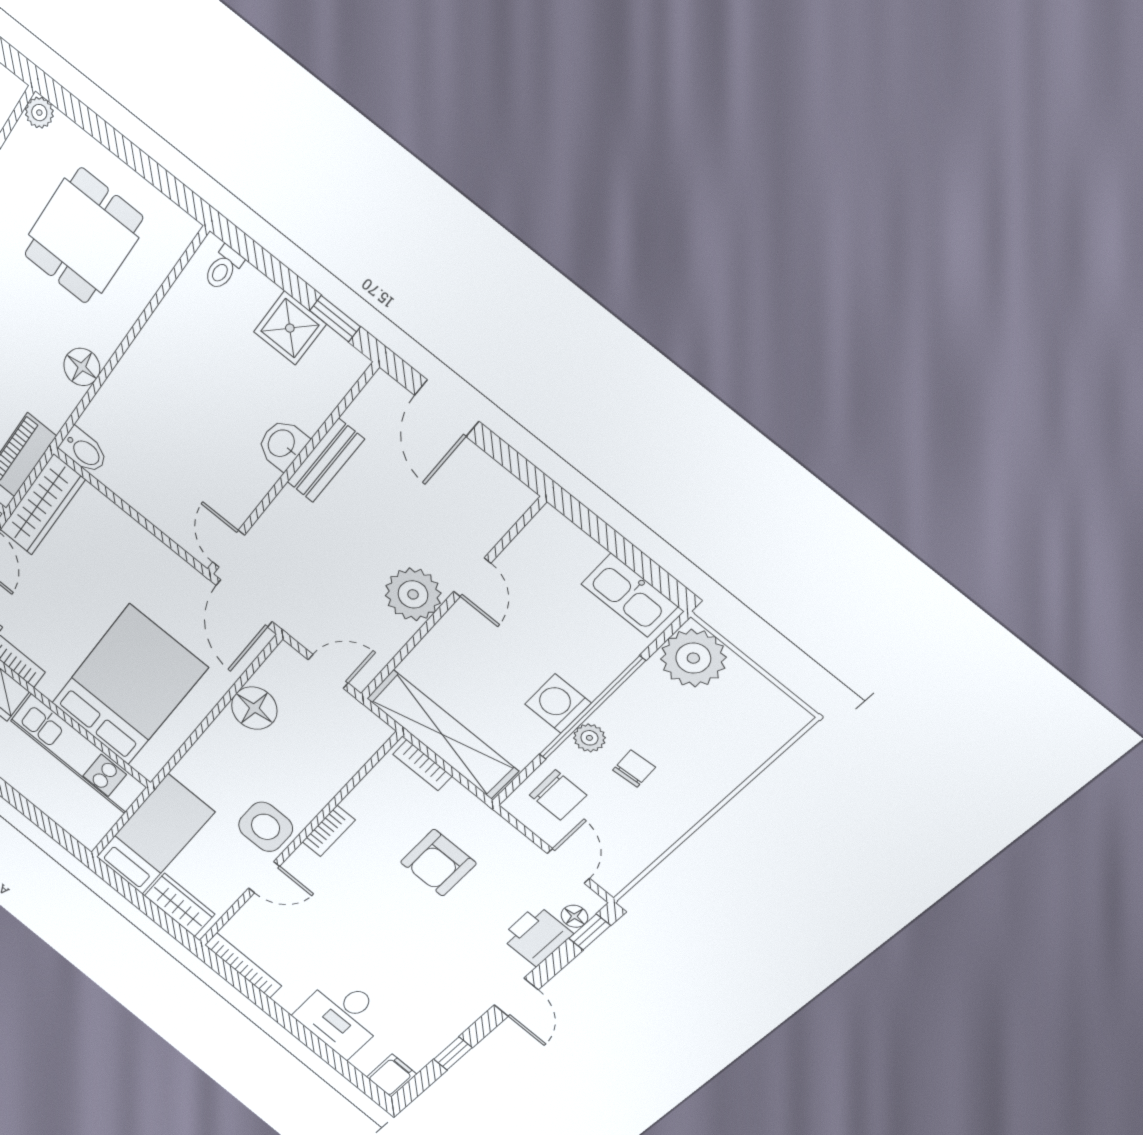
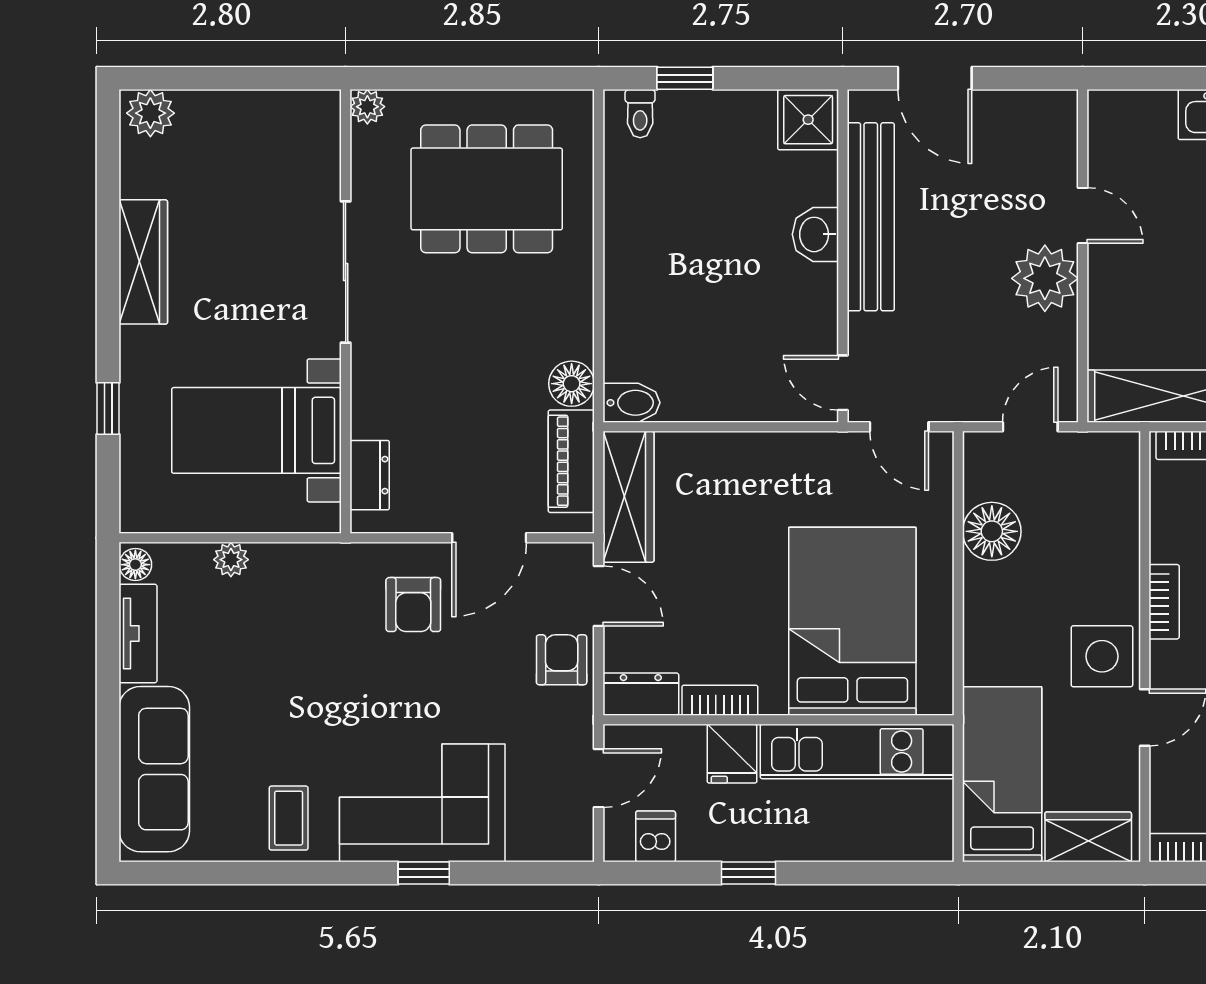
dining table: (83, 236) -> (487, 189), width x1.38
window: (335, 319) -> (685, 78), moved
shower: (290, 328) -> (808, 120), moved
floor lamp: (82, 367) -> (572, 384), moved
bench: (325, 461) -> (871, 217), width x1.86, depth x1.21
door: (244, 603) -> (899, 427), width x0.73

